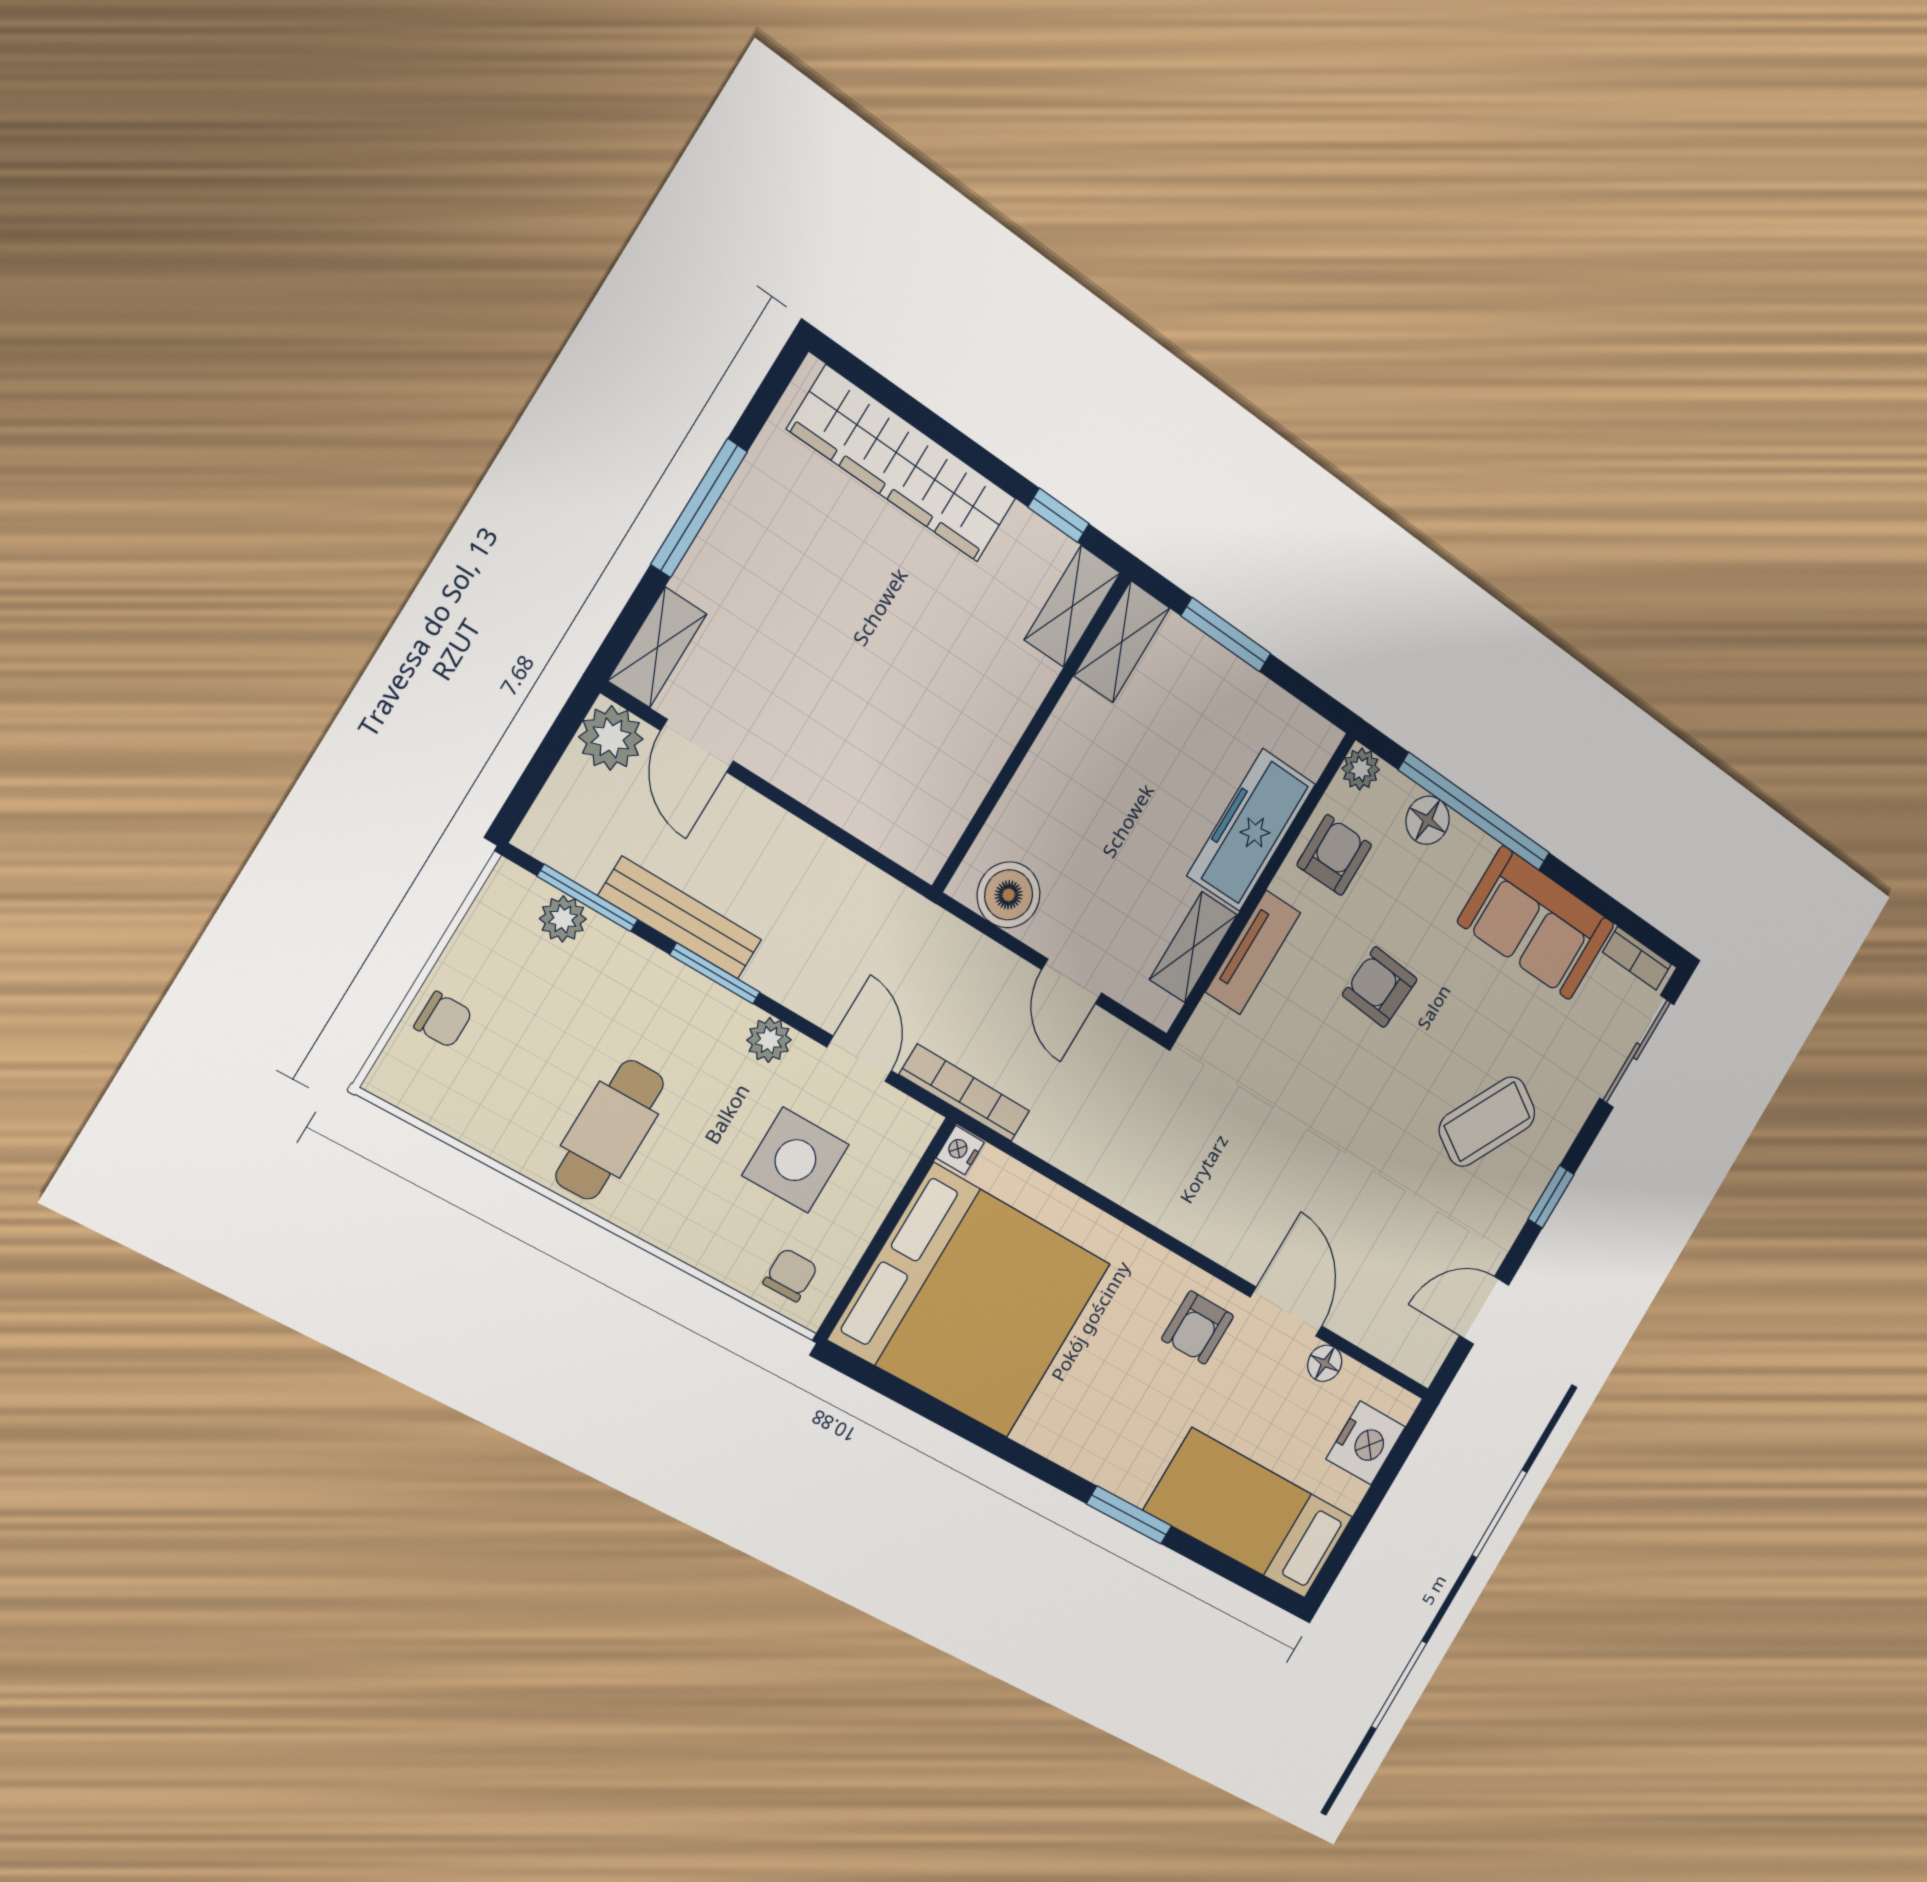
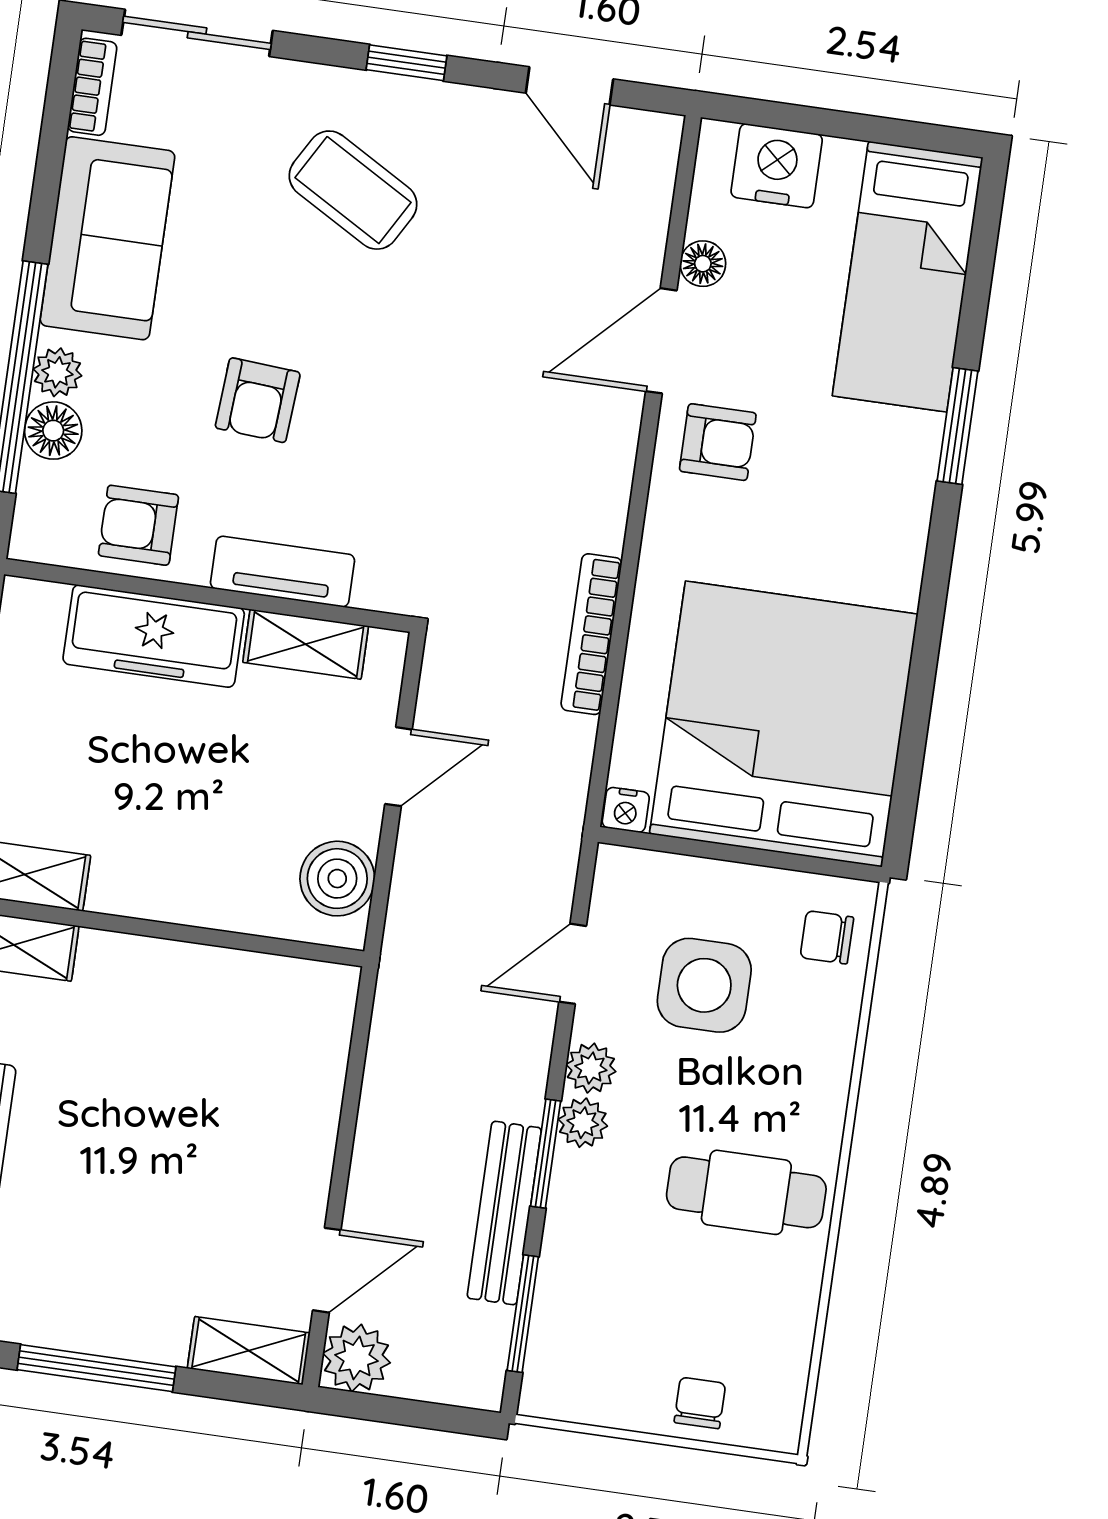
plant: (1361, 769) -> (57, 372), moved
plant: (563, 919) -> (583, 1123), moved
bookcase: (965, 1093) -> (591, 634), moved

